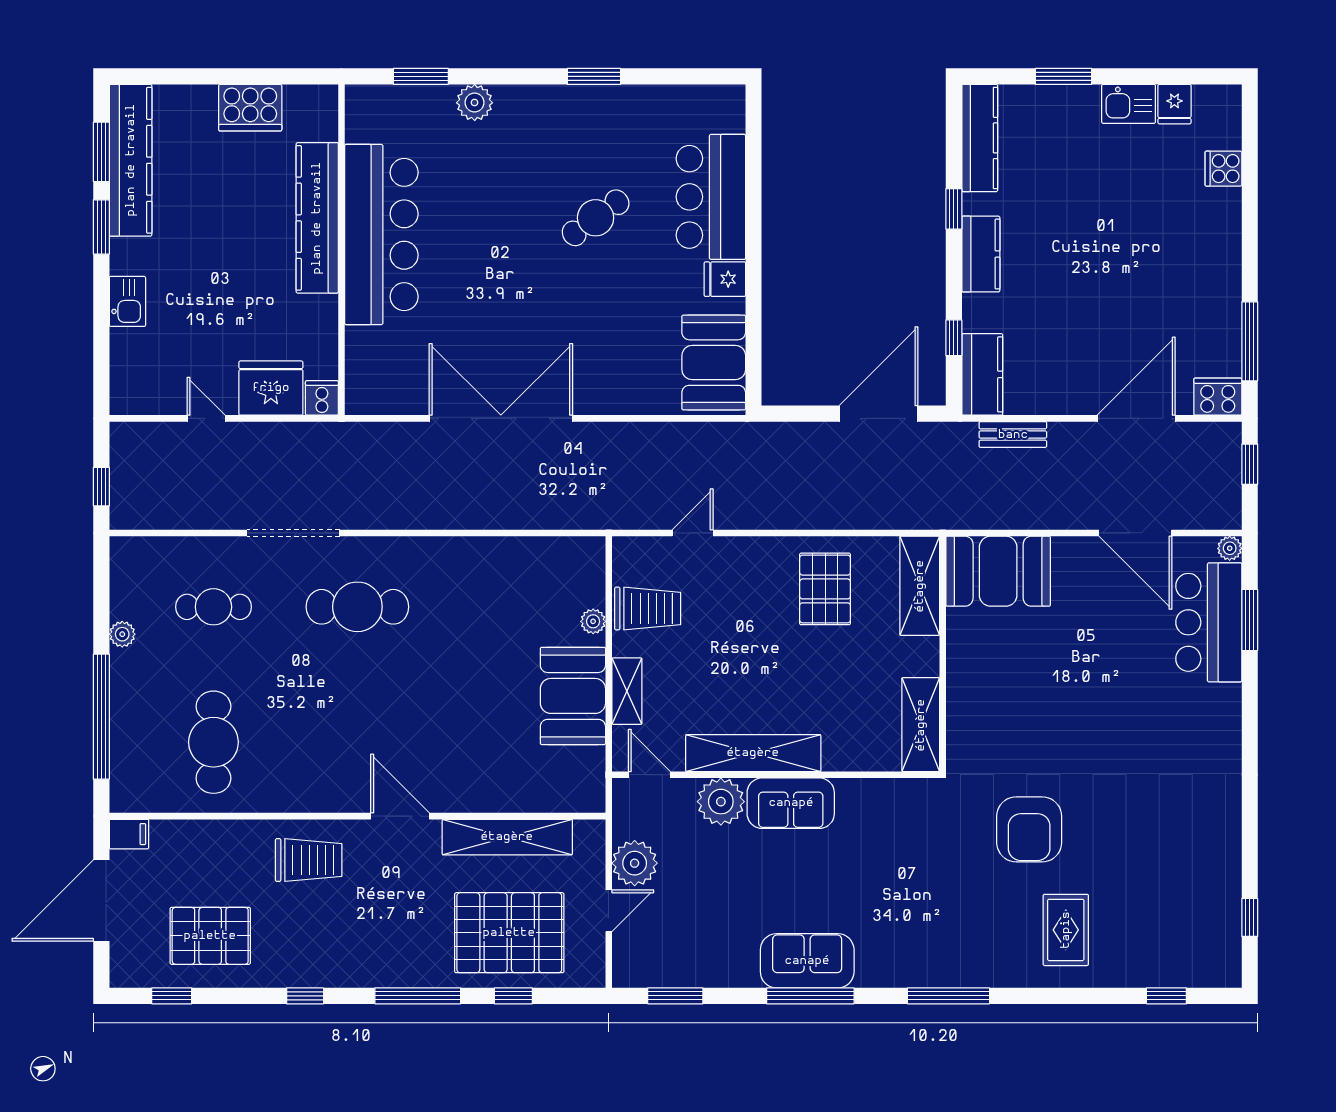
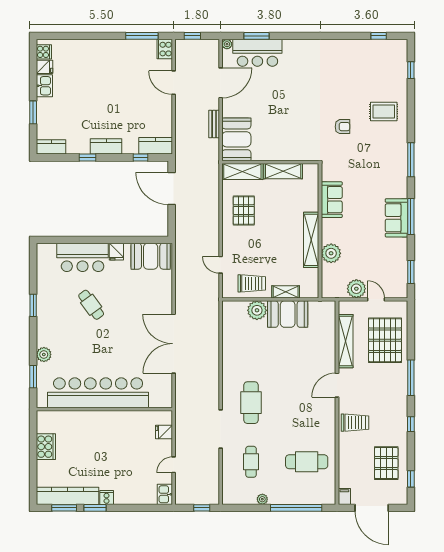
kitchen counter: (980, 138) -> (51, 147), width x0.67
cooker: (1223, 169) -> (44, 52), moved, turned -90
kitchen counter: (317, 218) -> (91, 419), removed
bar counter: (381, 235) -> (98, 393), width x1.36
kitchen sink: (127, 301) -> (165, 494), moved, turned -90
fridge: (271, 388) -> (164, 432), width x0.53, depth x0.75
cooker: (322, 398) -> (107, 497), moved, turned 90
door: (1136, 418) -> (174, 83), width x0.73
bench: (1013, 435) -> (214, 124), moved
pallet: (825, 589) -> (244, 210), turned 90
trolley: (648, 608) -> (252, 283), turned 90
plant: (593, 621) -> (257, 310), width x1.88, depth x1.88
shelving: (921, 725) -> (283, 171), moved
door: (649, 775) -> (320, 283), removed
sofa: (791, 803) -> (332, 200), moved
armchair: (1029, 829) -> (342, 127), width x0.53, depth x0.53
trolley: (309, 860) -> (355, 423), turned 90
window: (513, 996) -> (411, 339), removed

